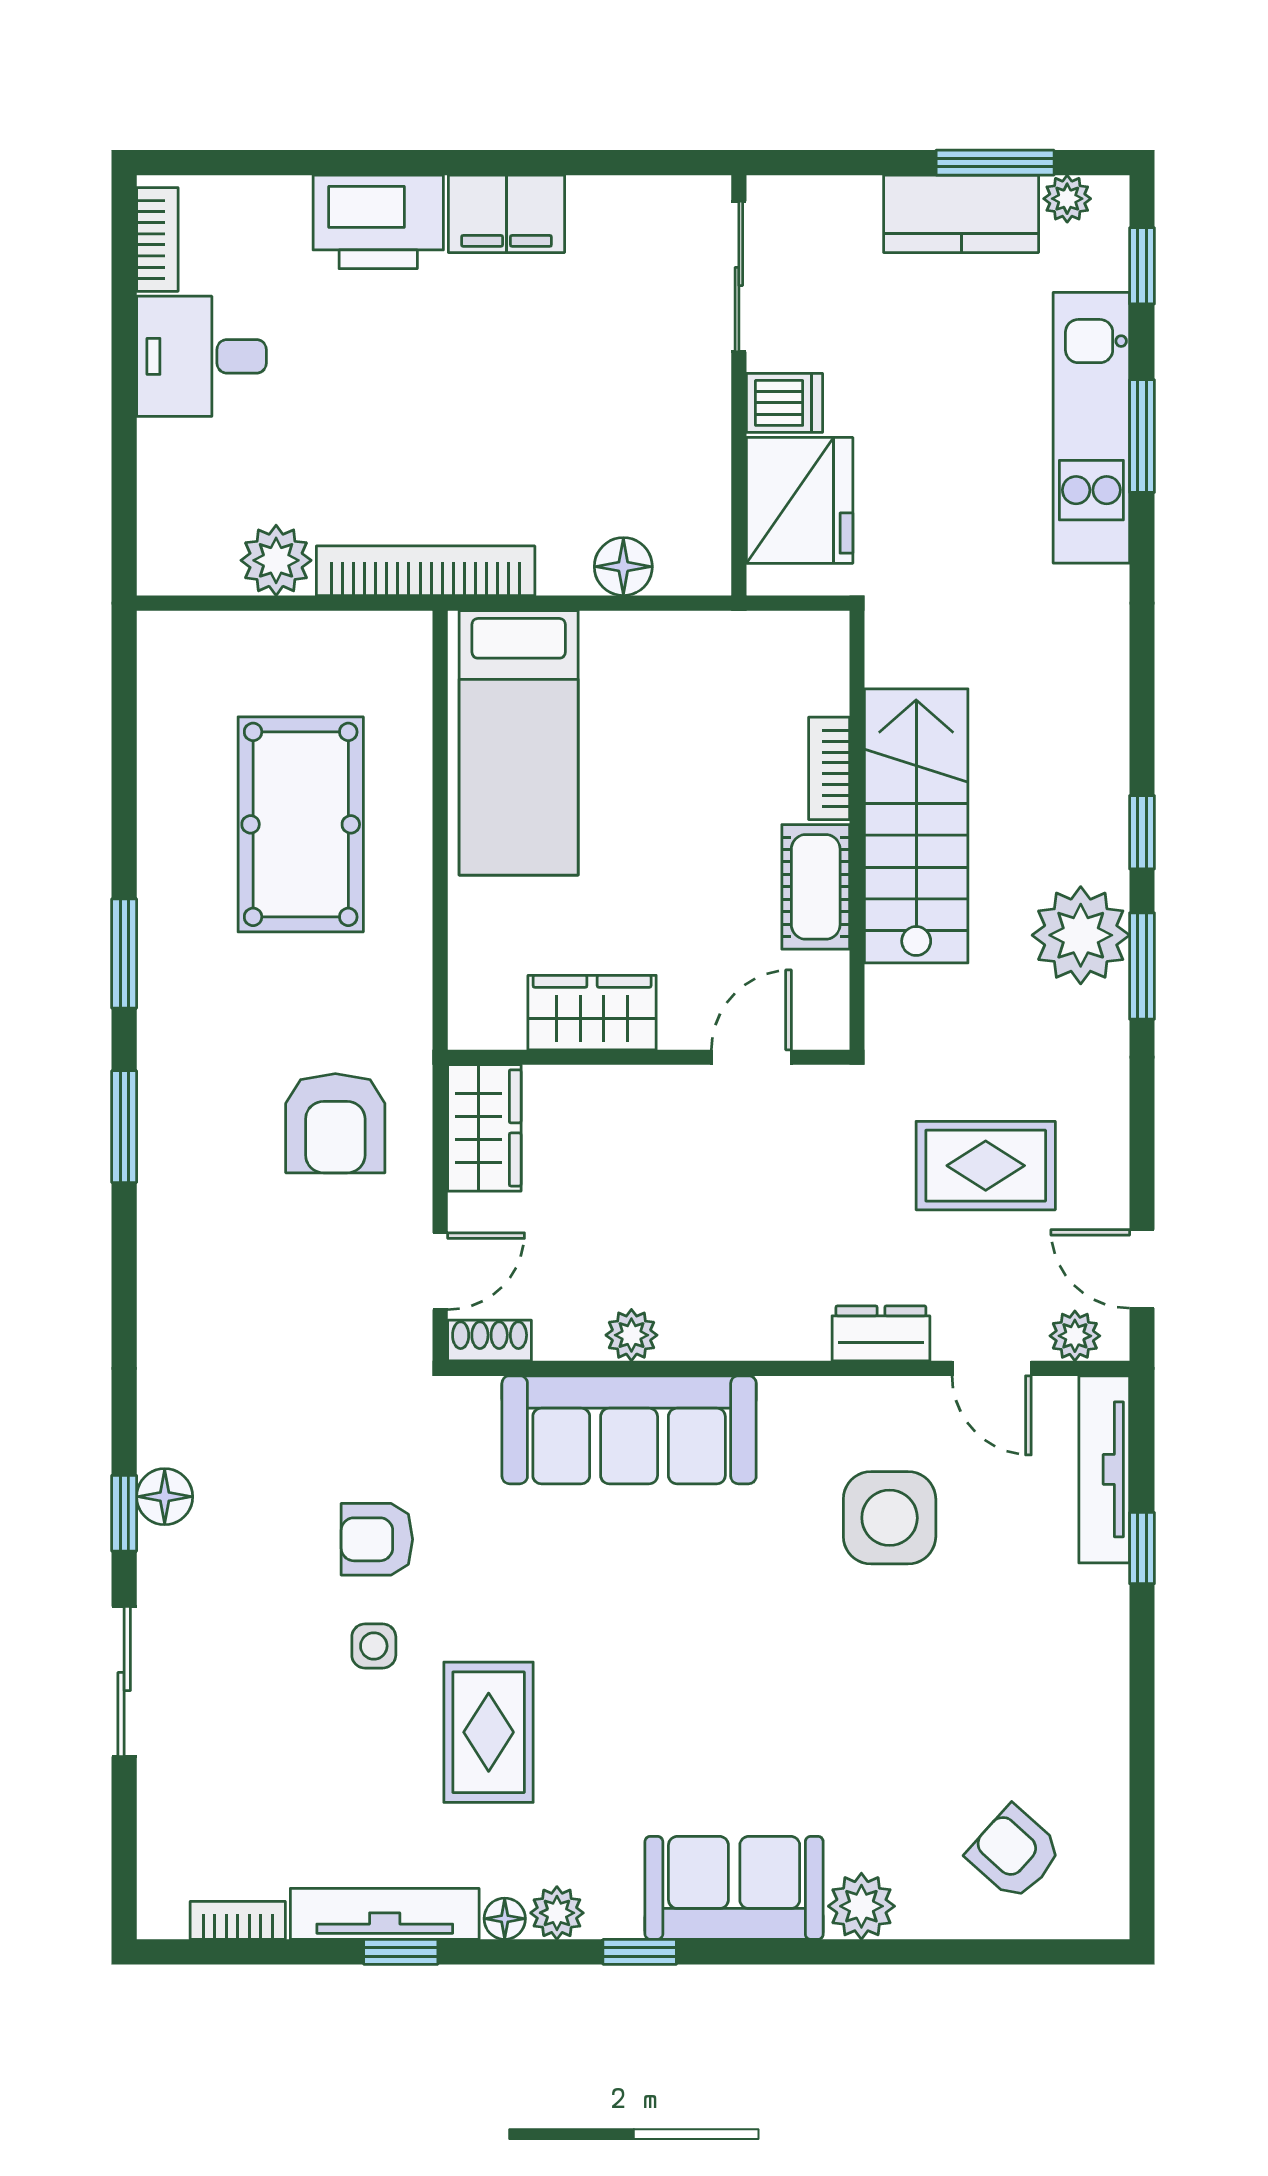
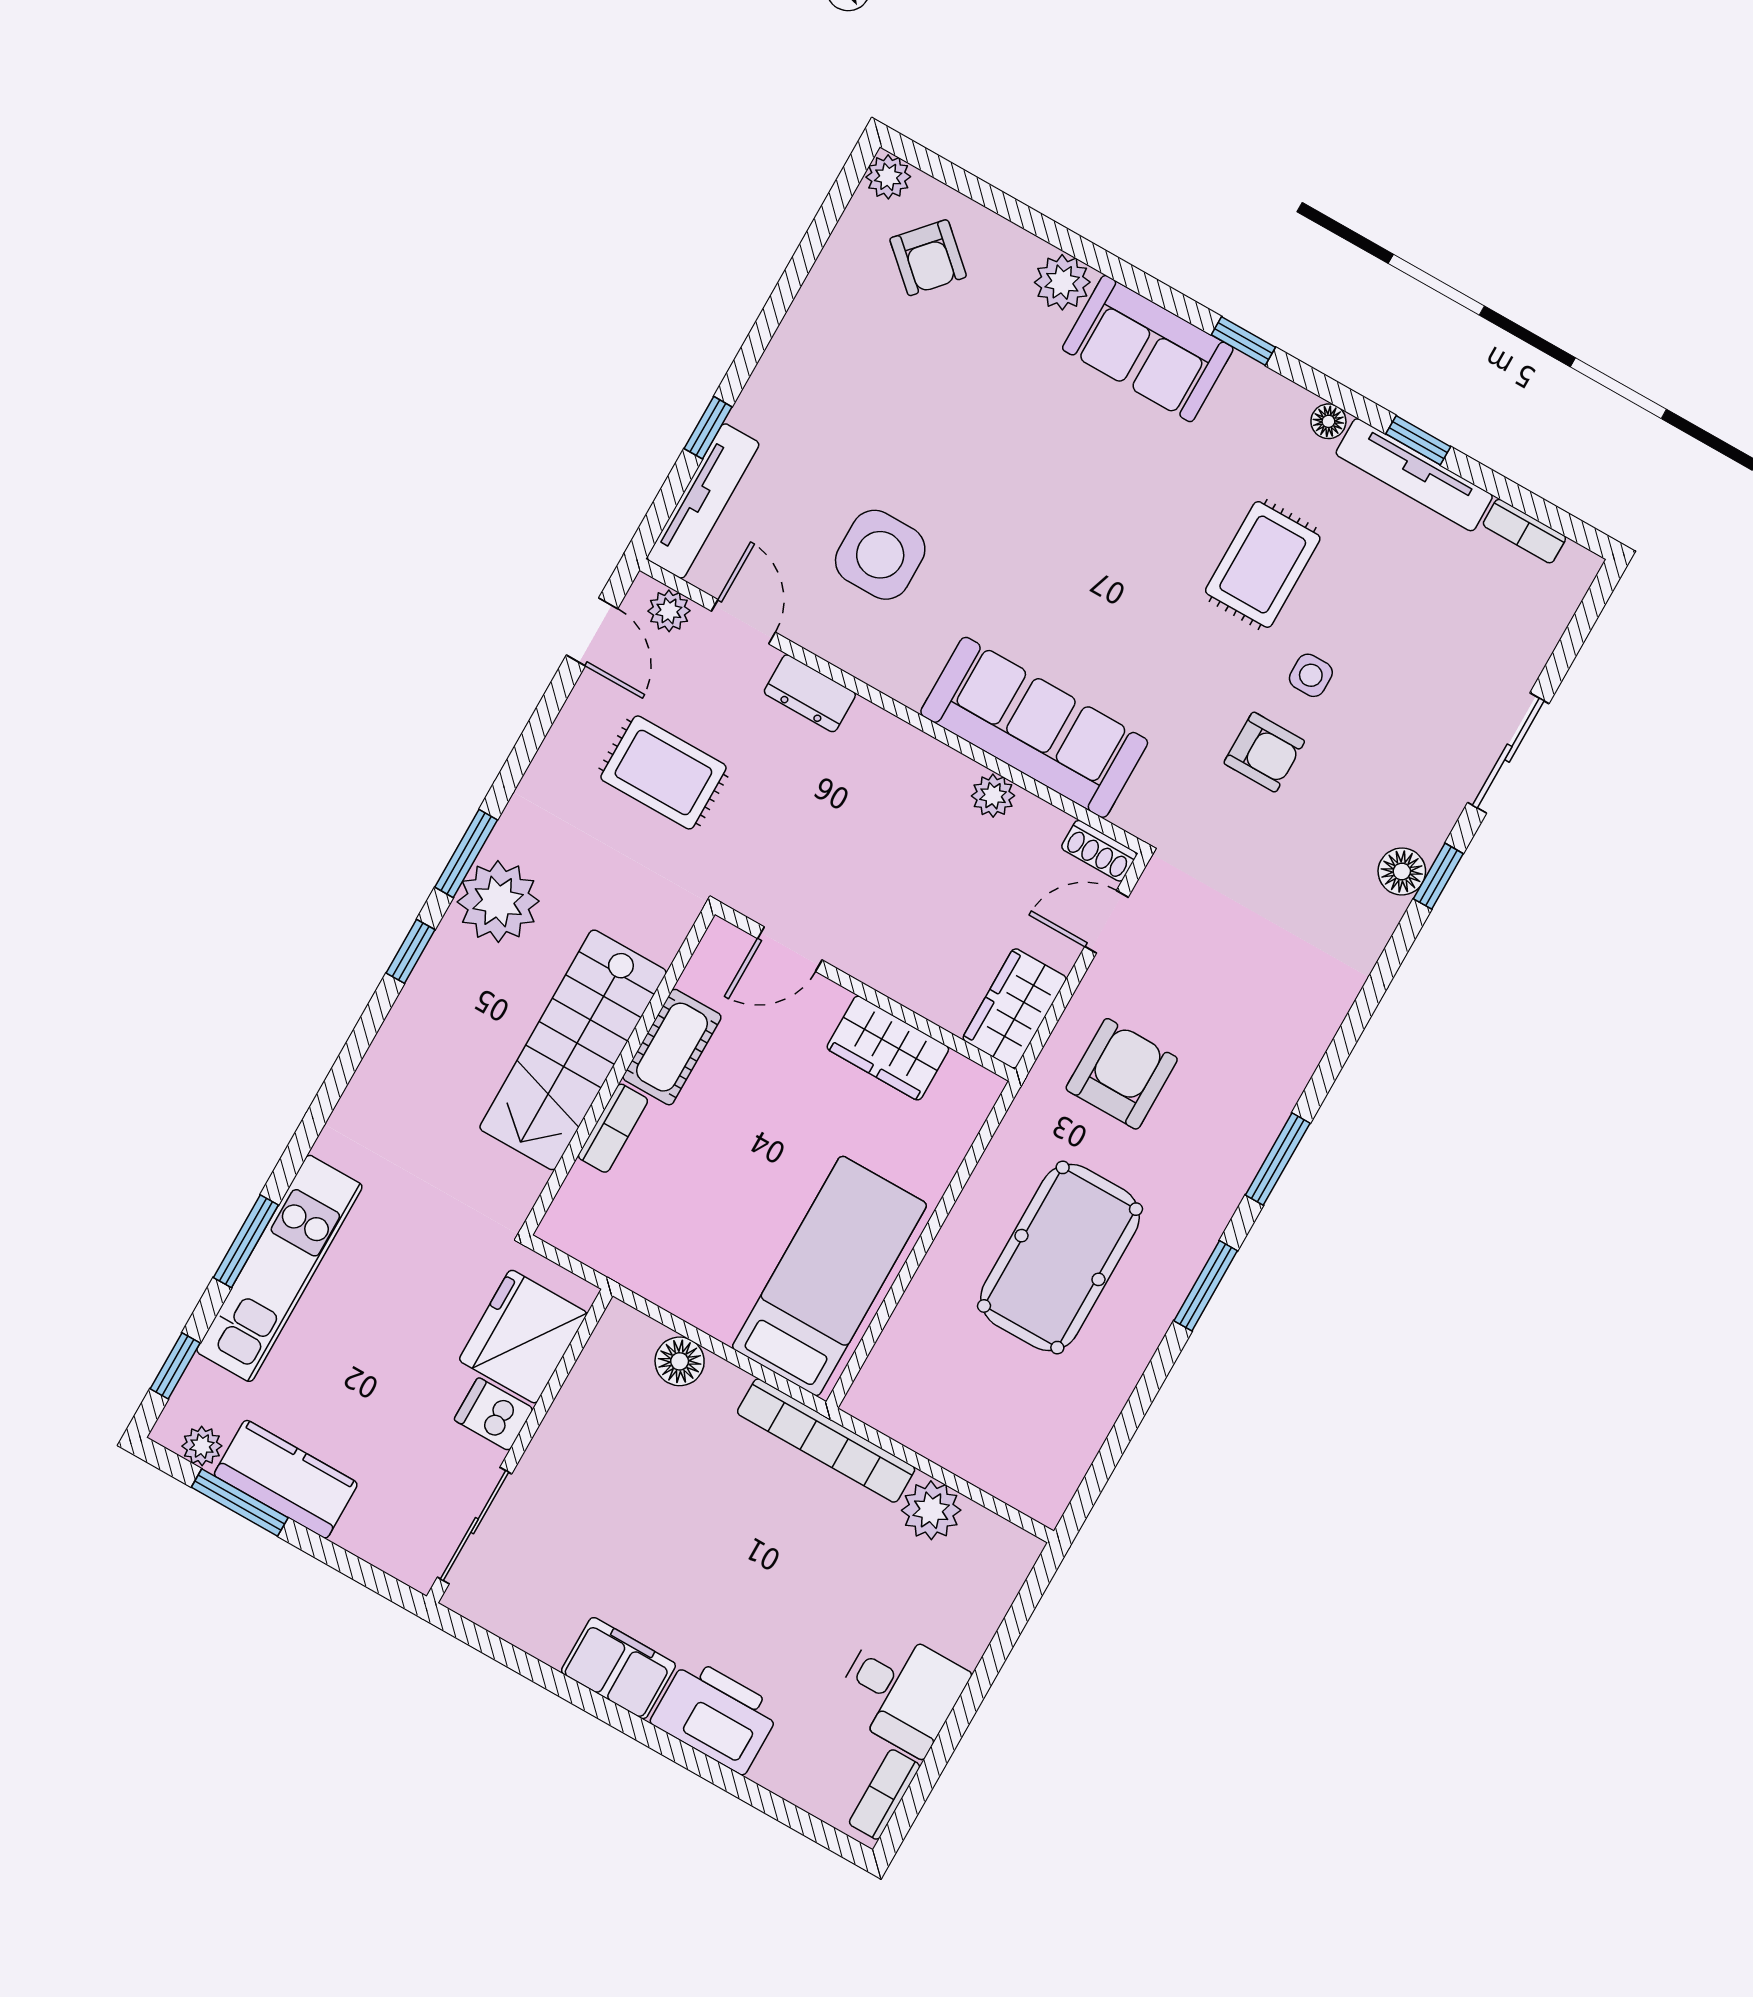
pool table: (301, 824) -> (1060, 1258), moved
plant: (557, 1913) -> (888, 177), moved

